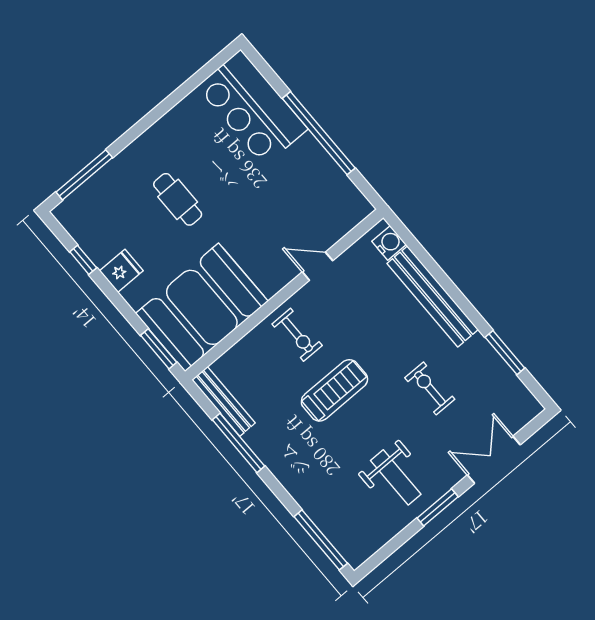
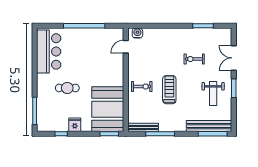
bar counter: (252, 108) -> (49, 51), moved, turned -90
door: (317, 266) -> (126, 47), moved
bench: (433, 296) -> (209, 126), moved
weight bench: (396, 477) -> (213, 94), turned 90

